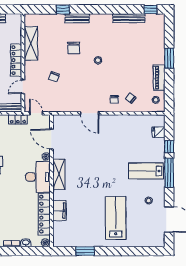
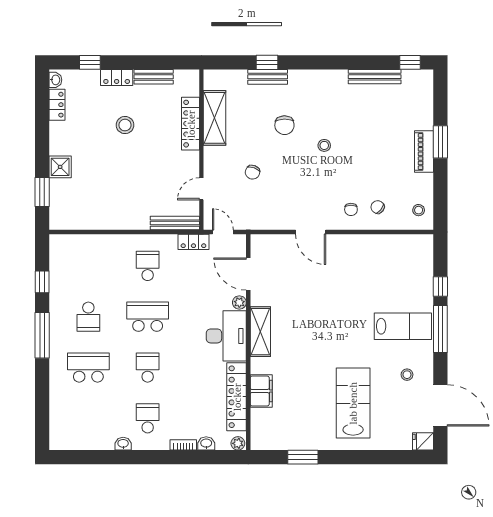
bench: (77, 18) -> (268, 77), moved
locker: (16, 60) -> (191, 124), moved
piano: (159, 78) -> (424, 152), moved
fridge: (158, 132) -> (423, 441), moved
lab bench: (146, 171) -> (403, 326), turned 180

